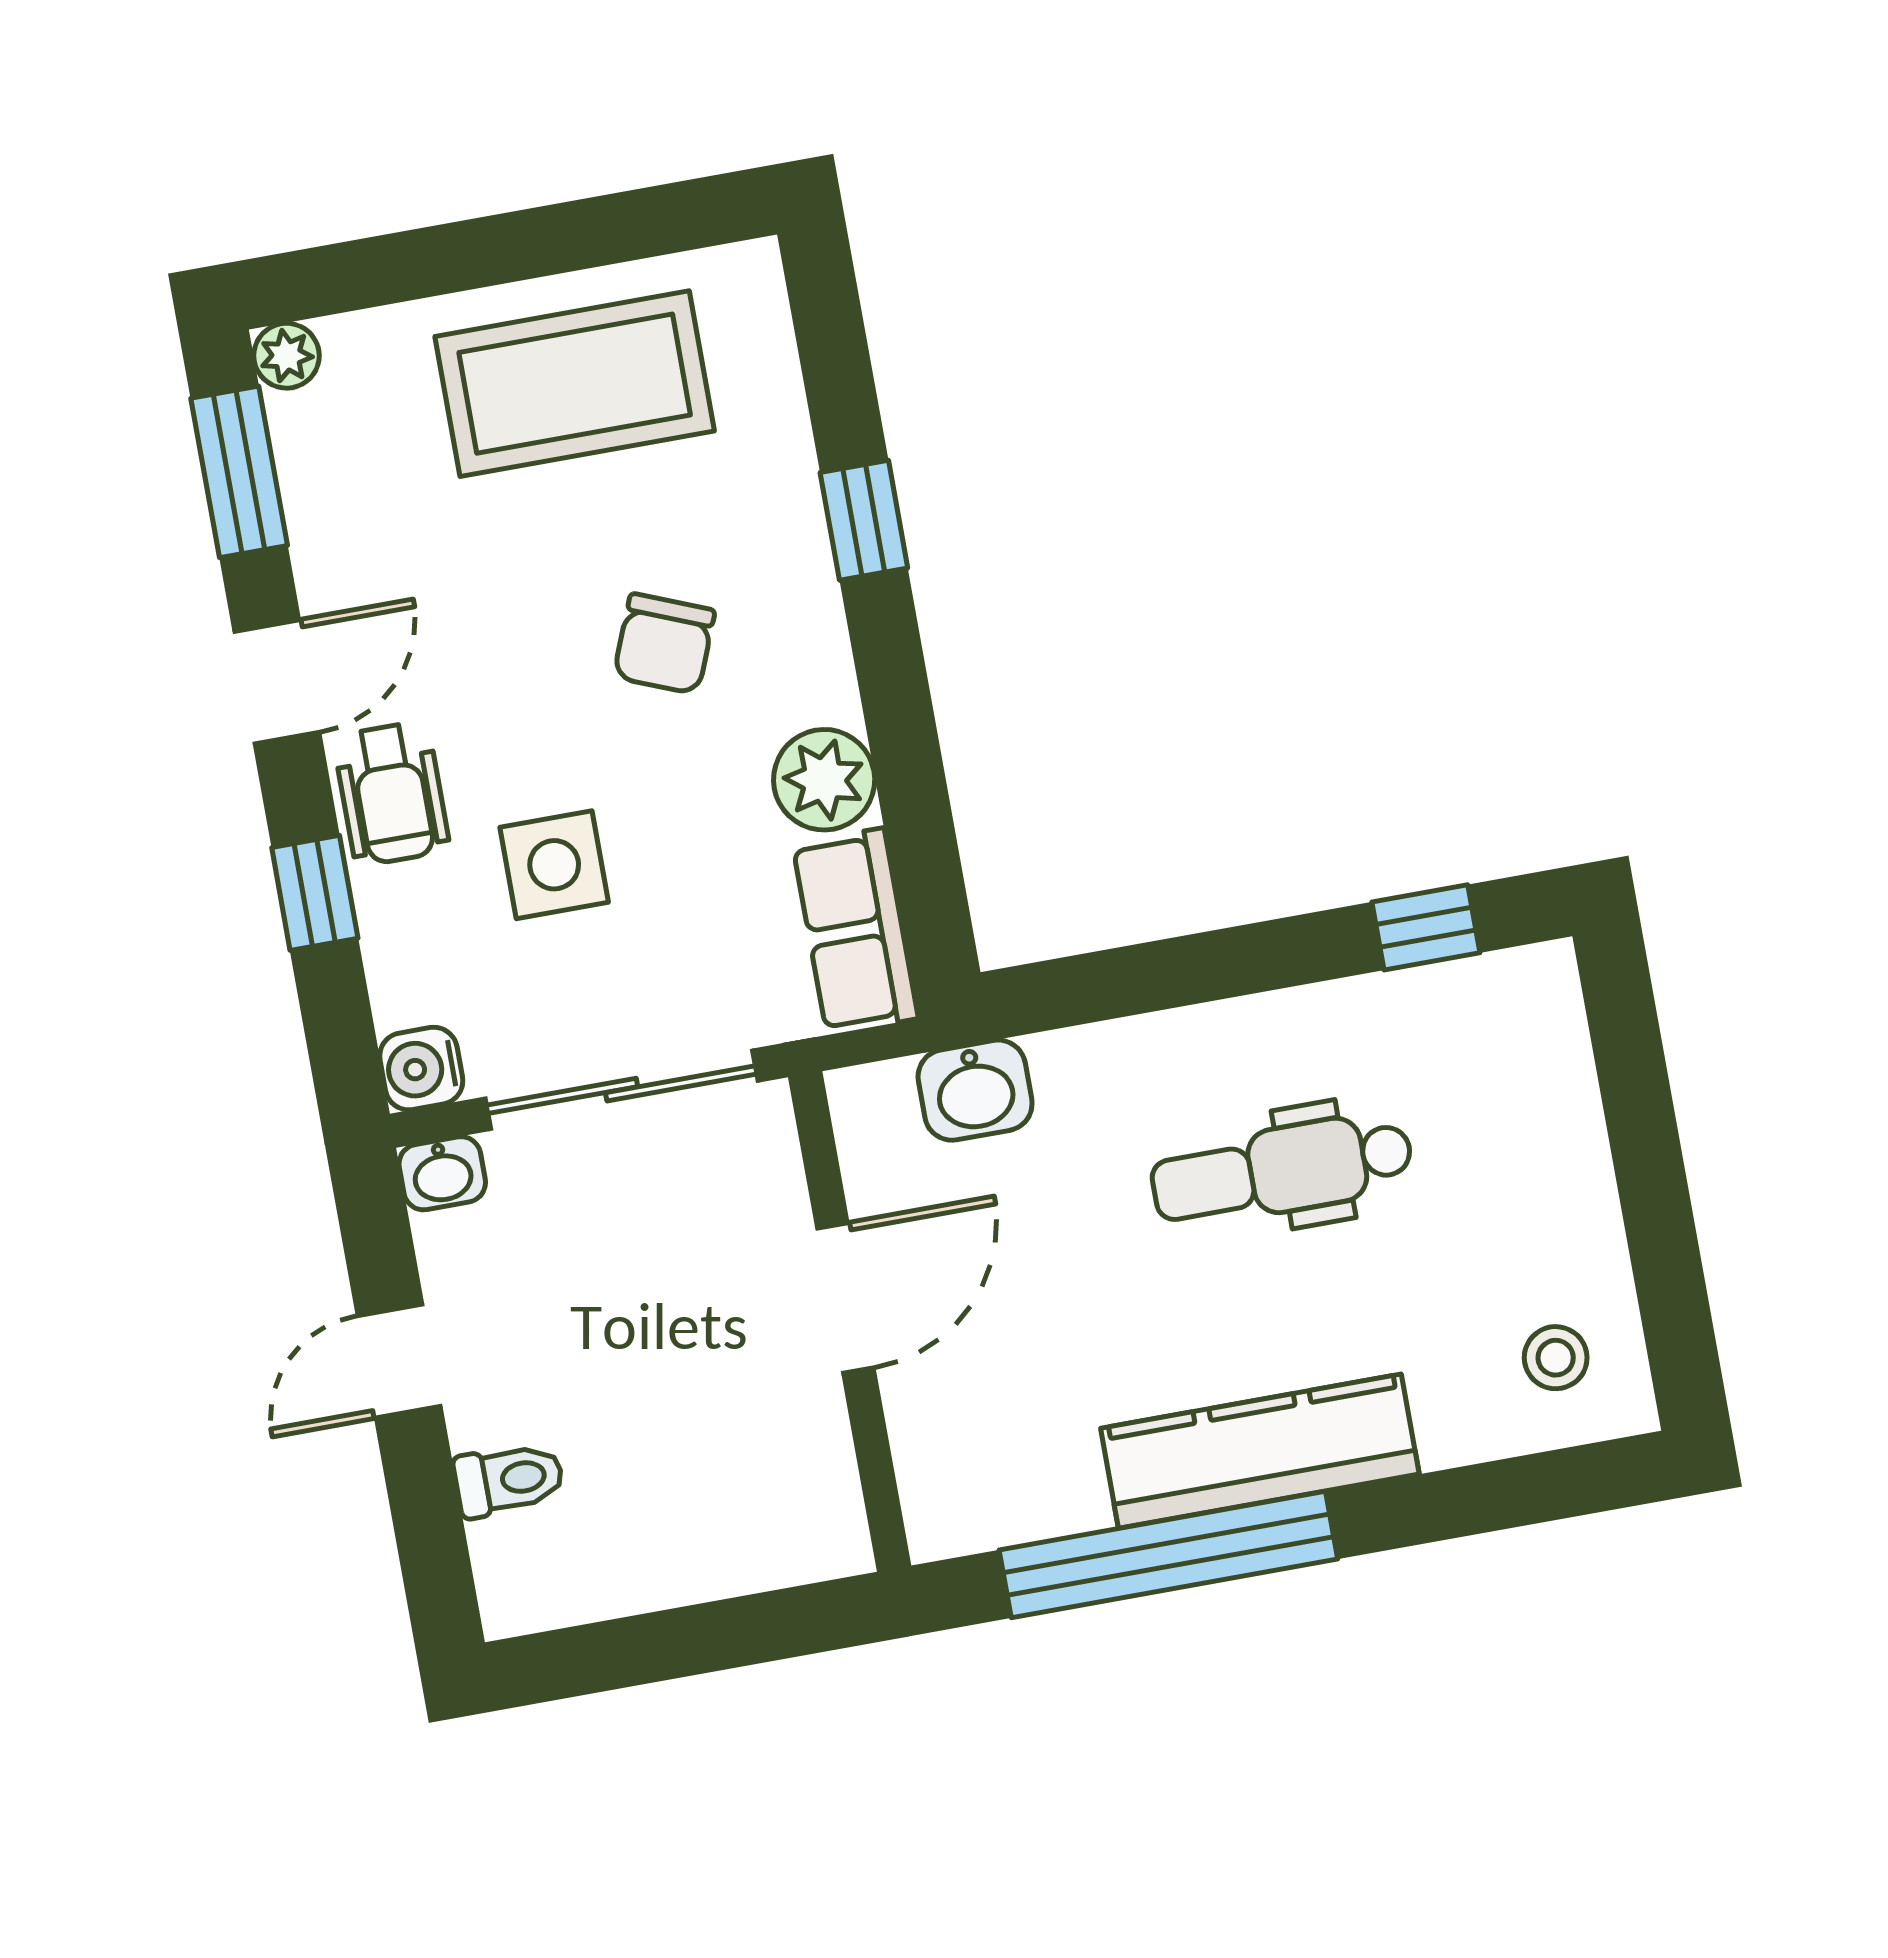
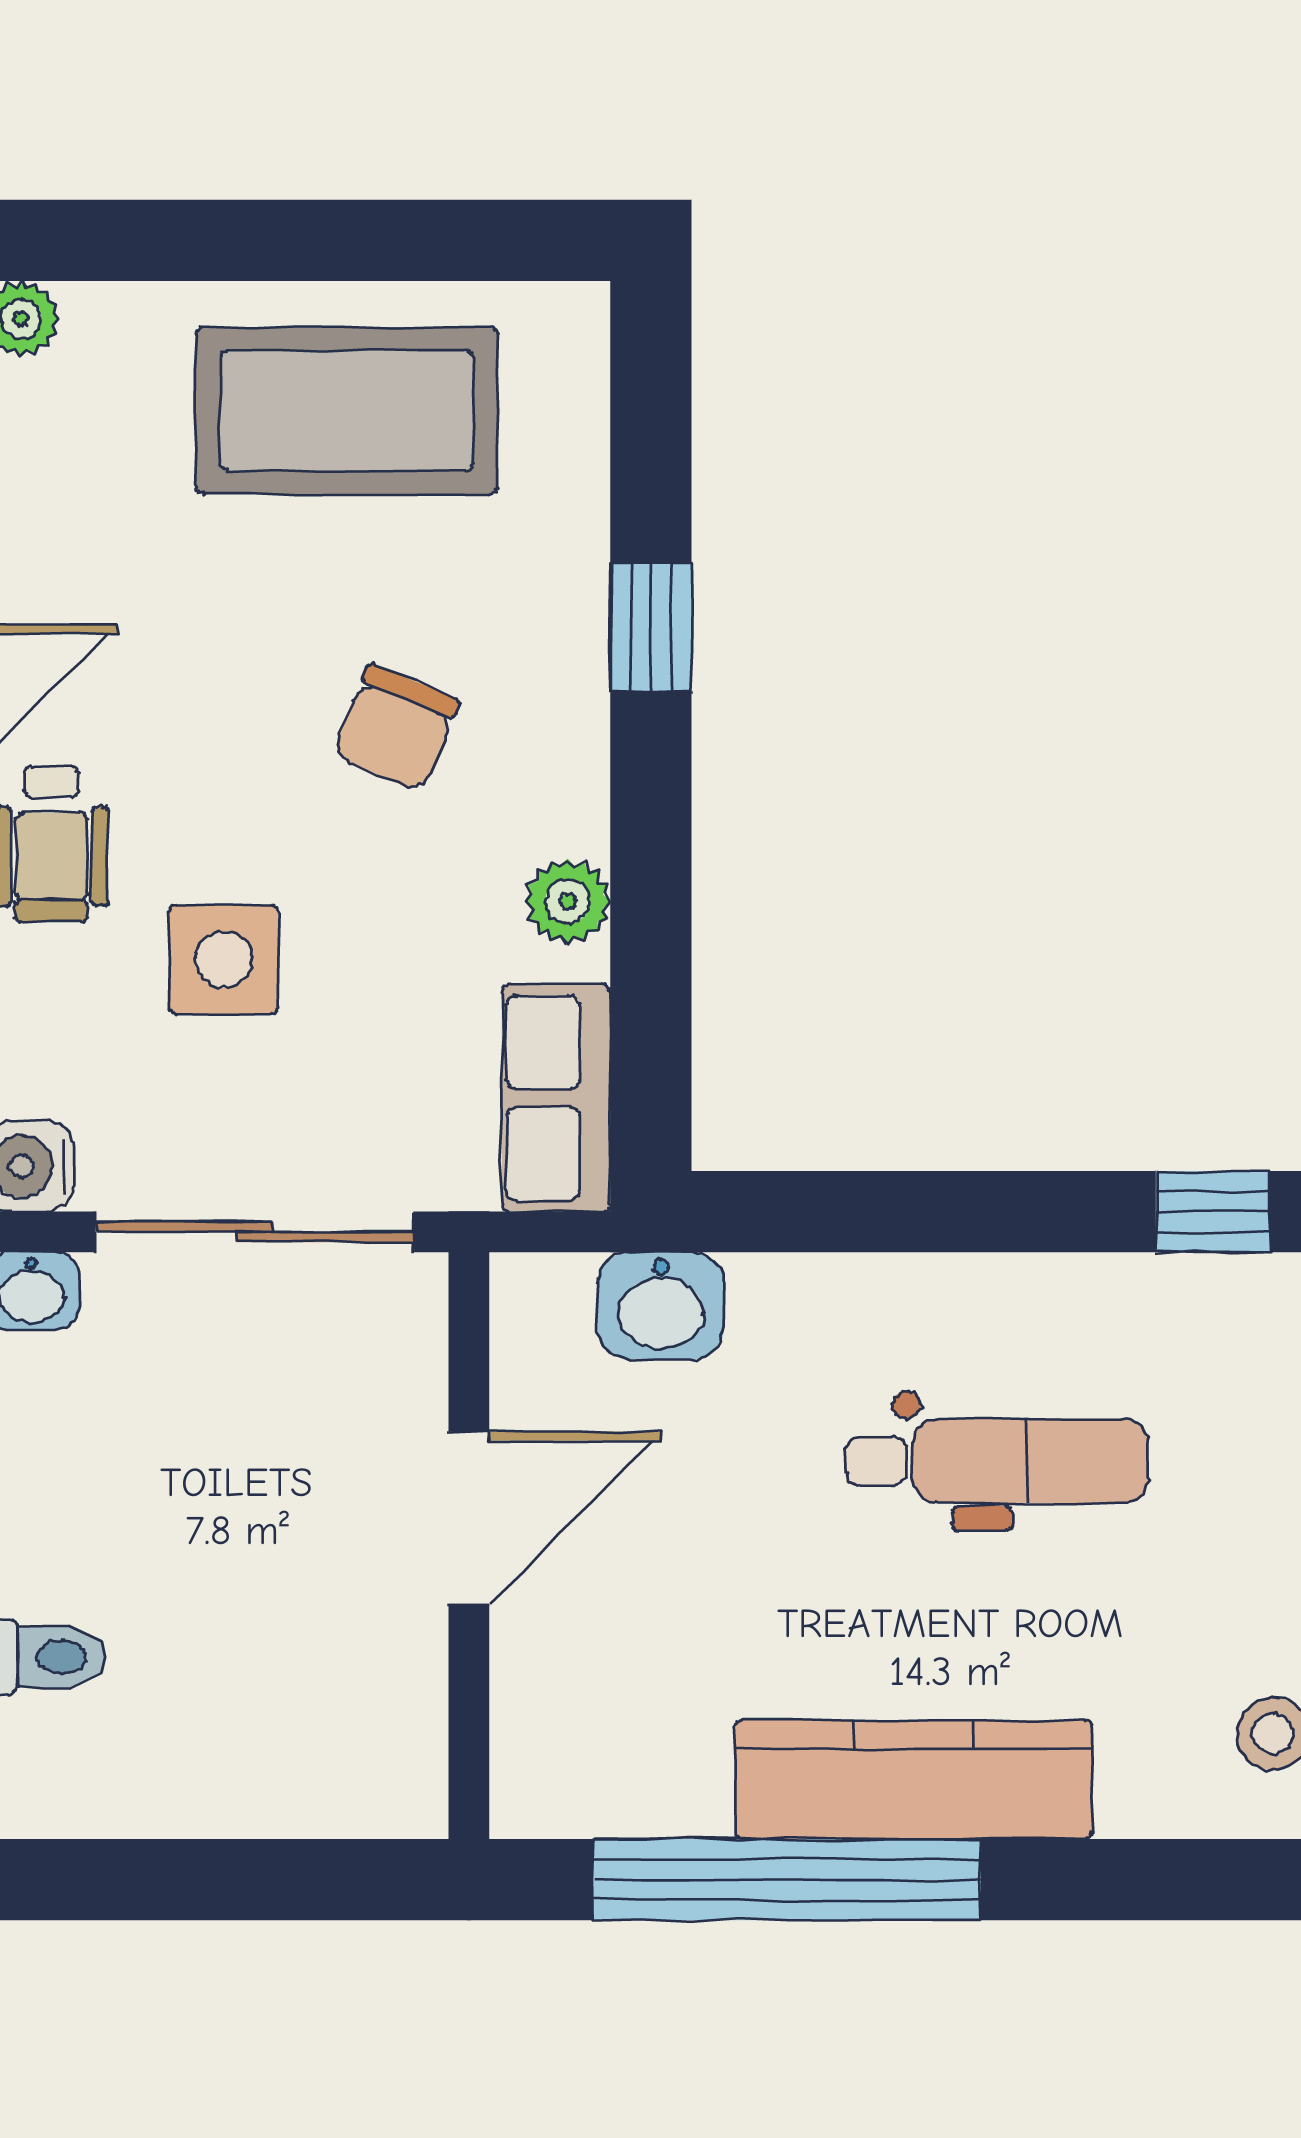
plant: (824, 780) -> (568, 901), width x0.73, depth x0.73
dental chair: (1282, 1170) -> (997, 1461), turned 180

